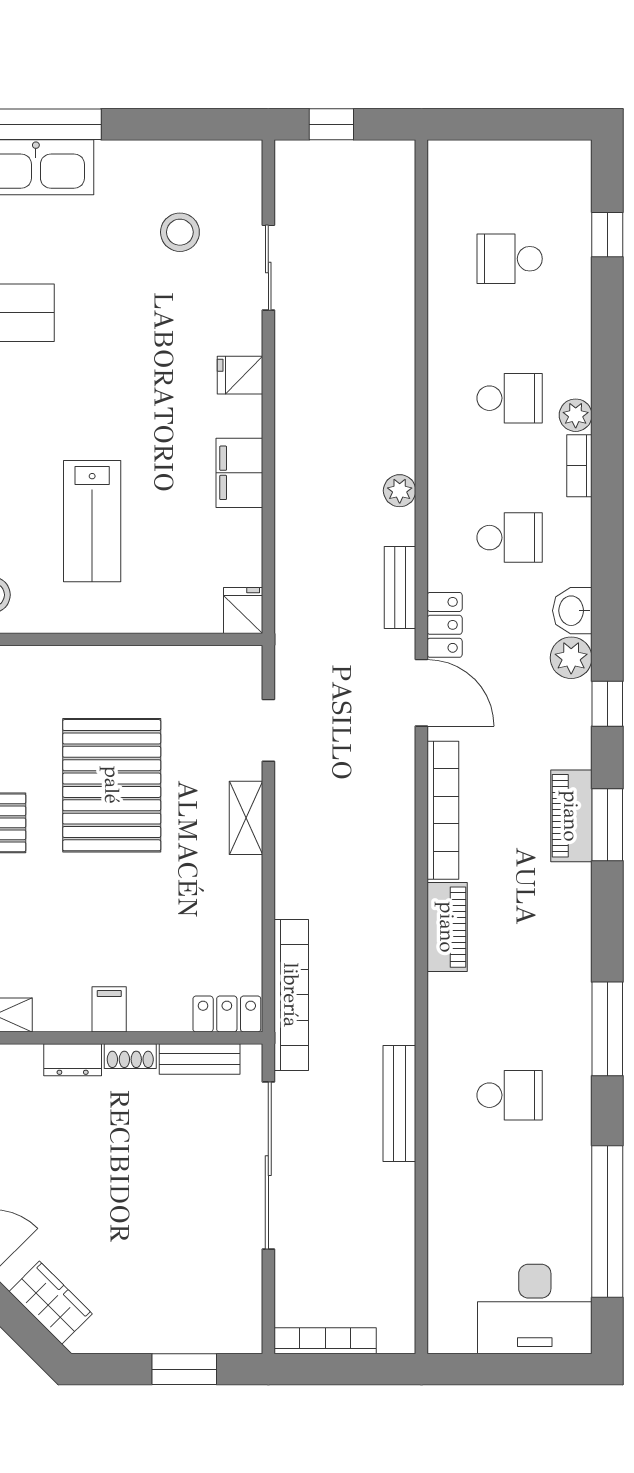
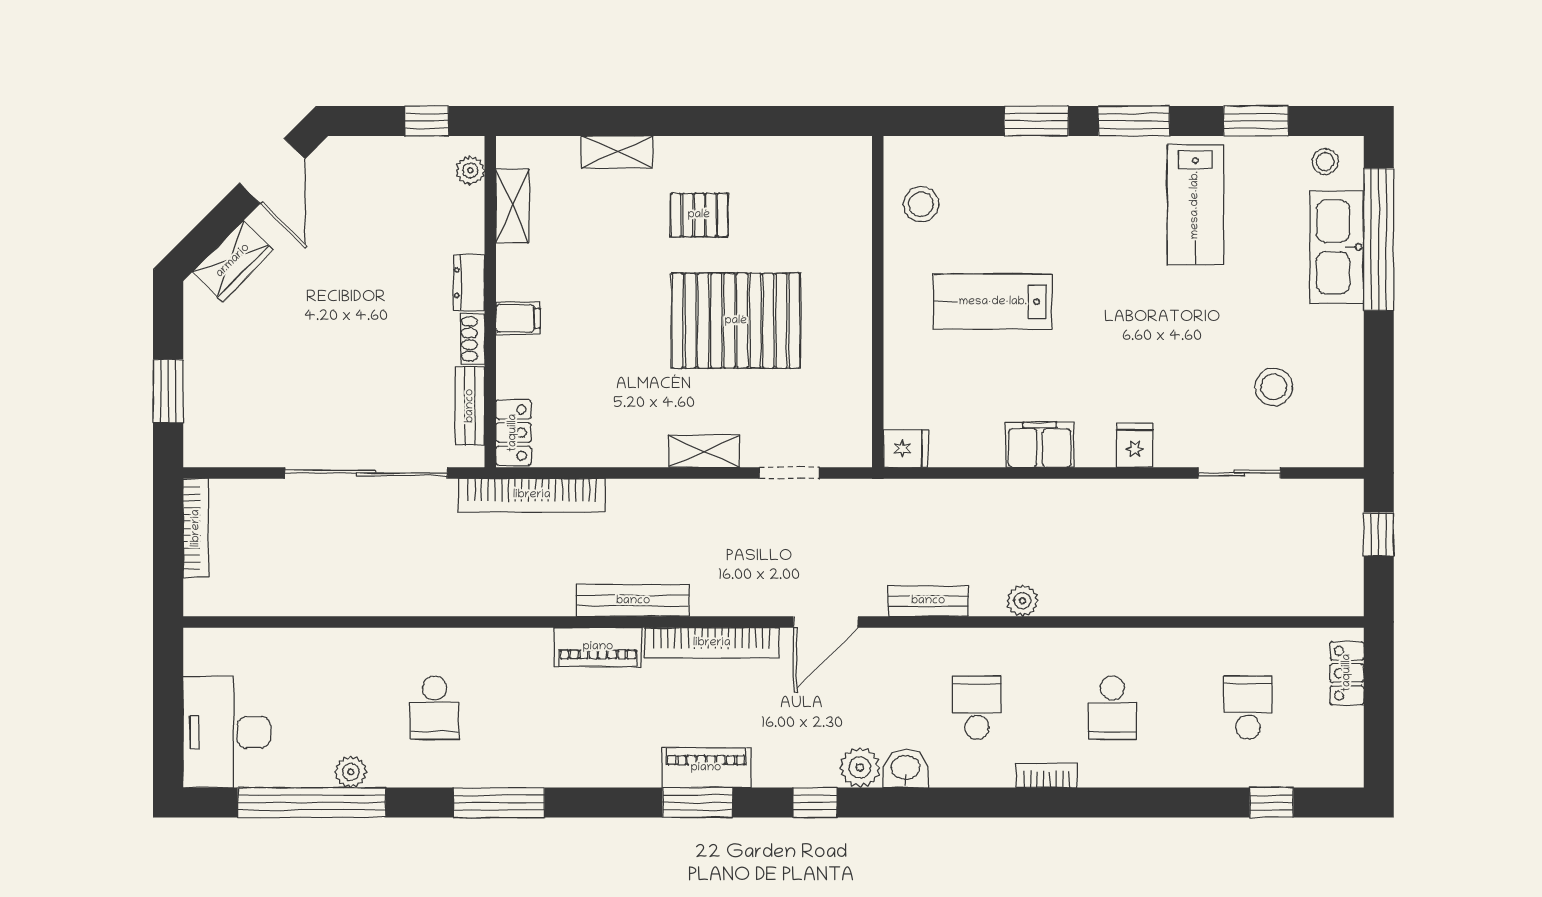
plant: (576, 415) -> (351, 772), moved
school desk: (510, 538) -> (977, 708), turned 180
locker: (445, 625) -> (1347, 673), moved, turned 90
bench: (399, 1104) -> (633, 601), moved

